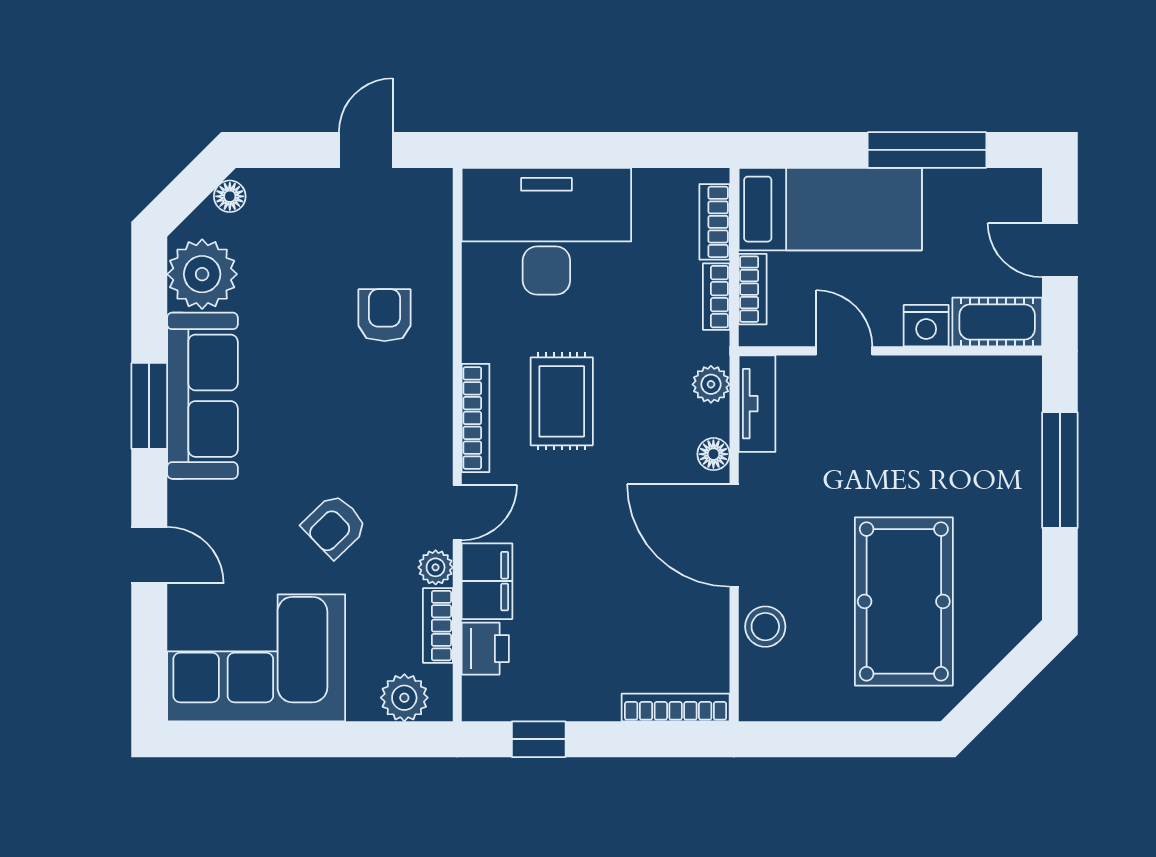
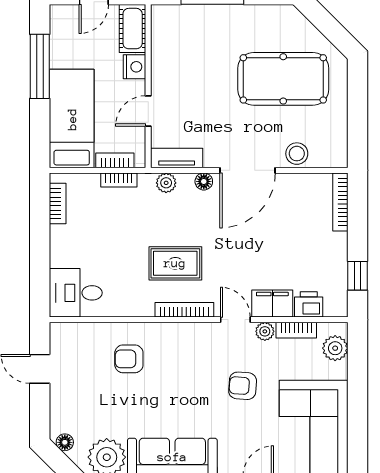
bookcase: (714, 222) -> (58, 204), moved, turned -90
desk: (546, 231) -> (76, 293), width x0.53, depth x0.77
armchair: (335, 526) -> (243, 386), turned 138

